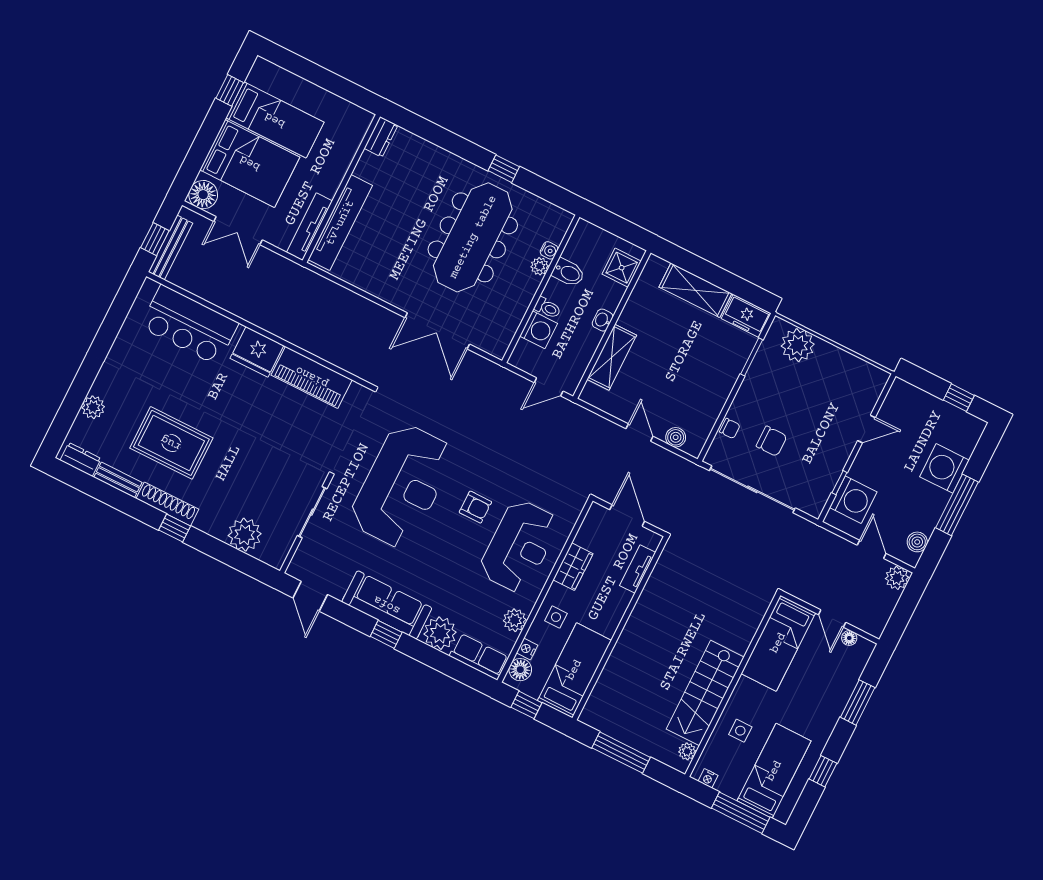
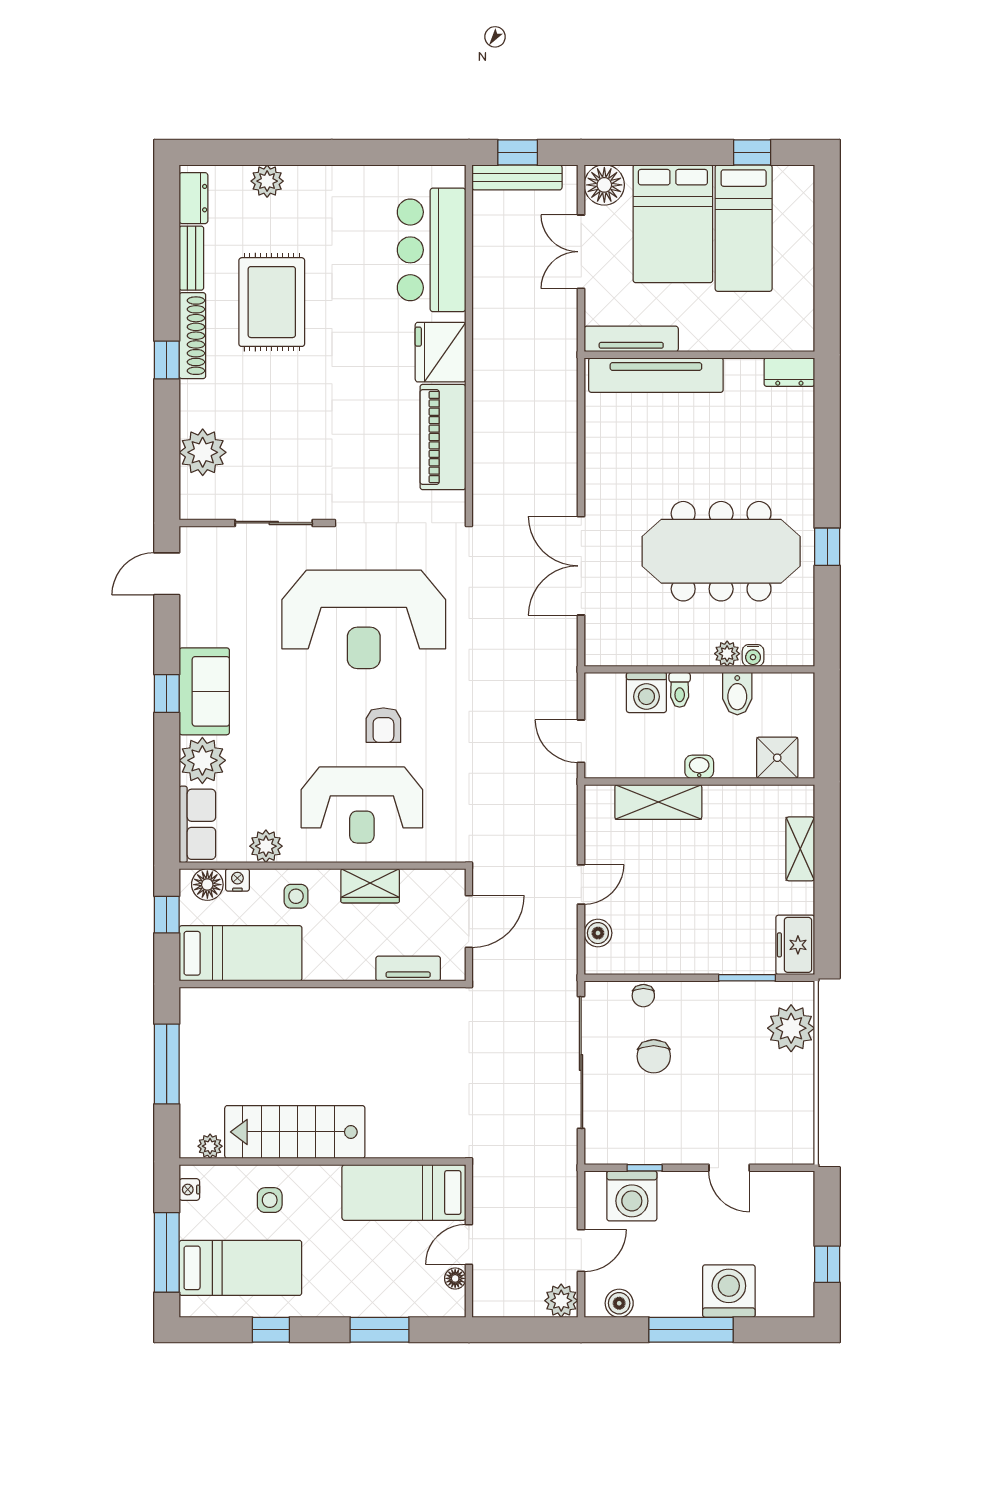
shelving: (695, 290) -> (800, 849), width x0.67, depth x0.75
sofa: (387, 605) -> (204, 691), width x0.73

